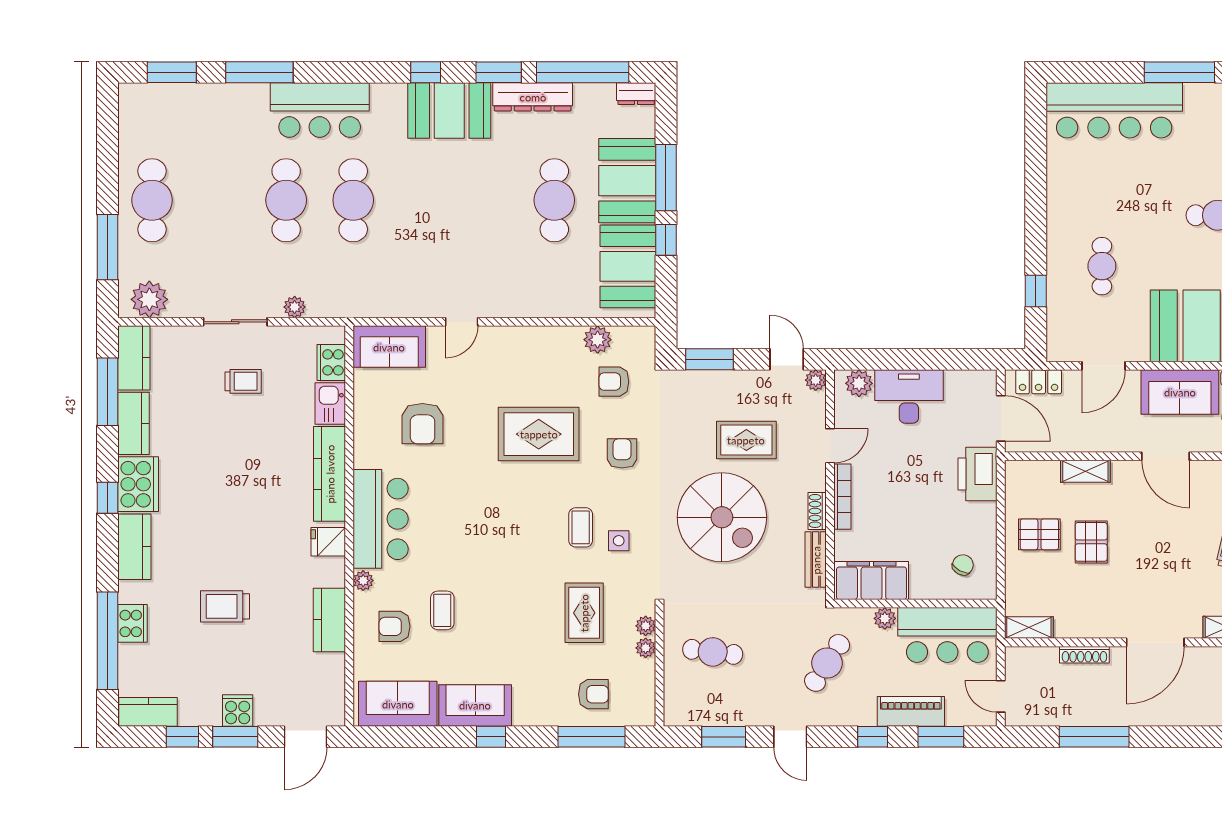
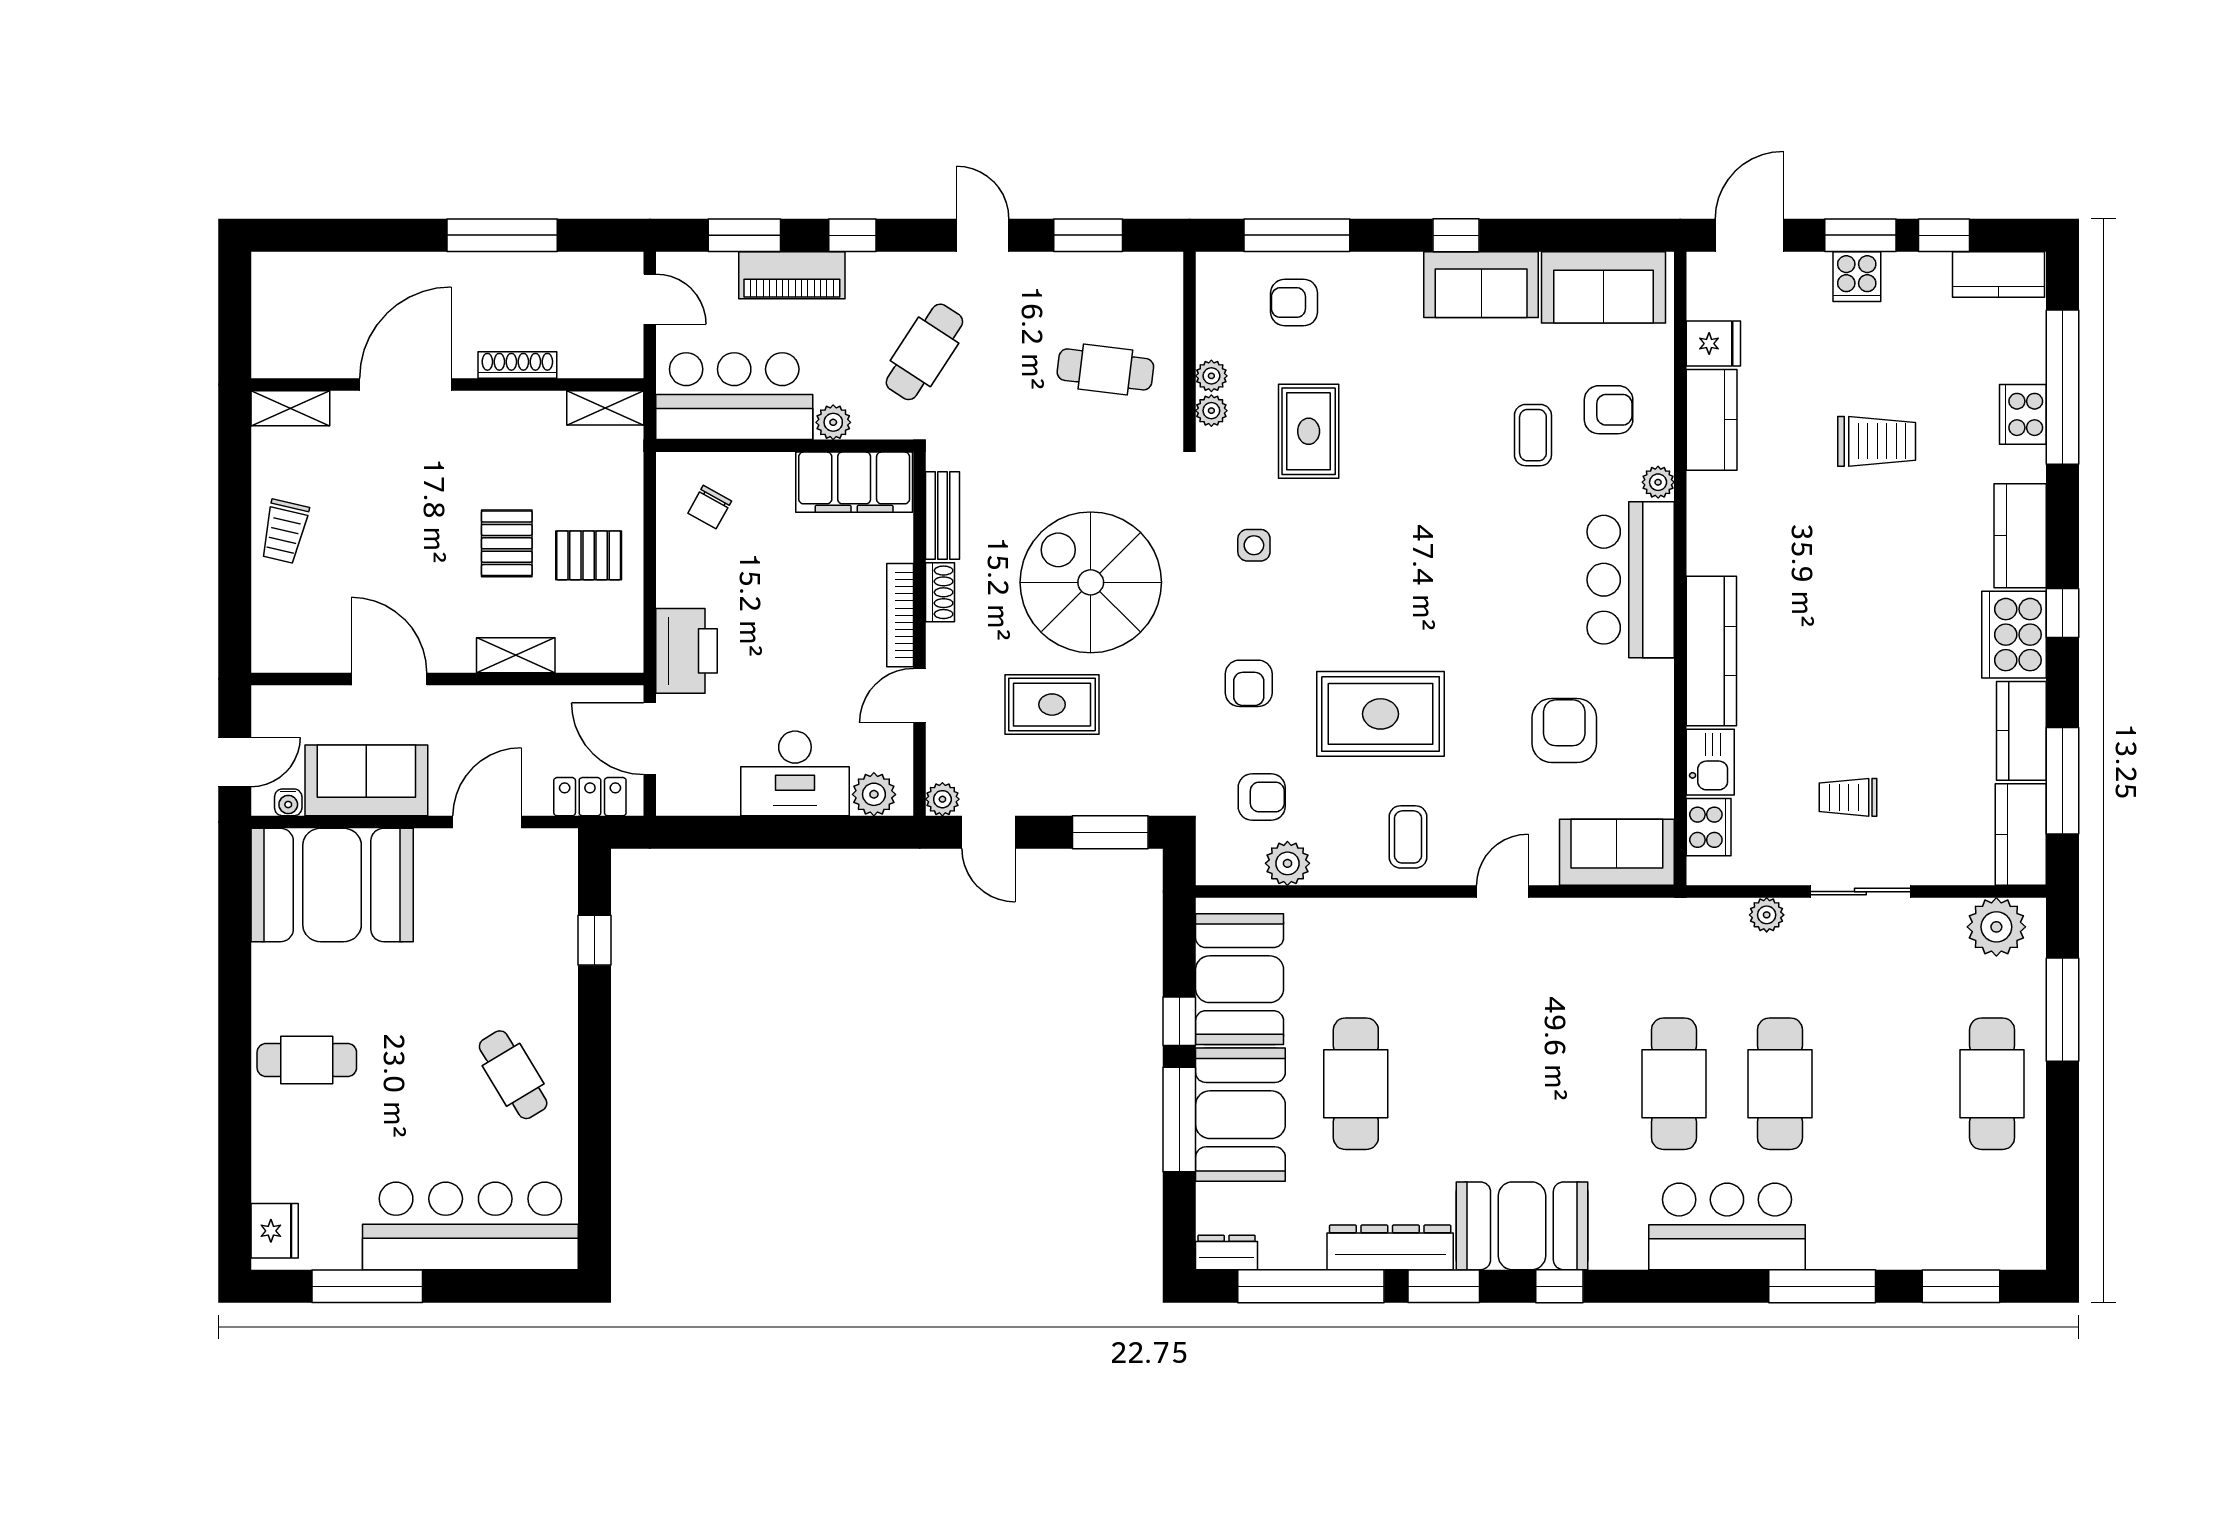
cafe table: (1102, 266) -> (513, 1075), moved, turned -31
coffee table: (581, 527) -> (1408, 837), moved
fridge: (328, 542) -> (1713, 344), moved

